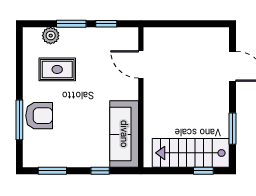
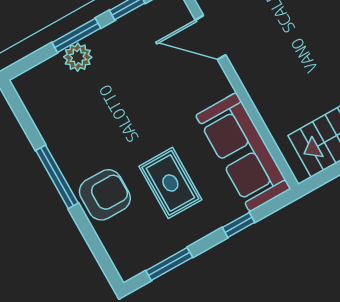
plant: (51, 36) -> (78, 57), moved
rug: (57, 69) -> (170, 183), moved, turned 90
window: (19, 120) -> (57, 177), moved

